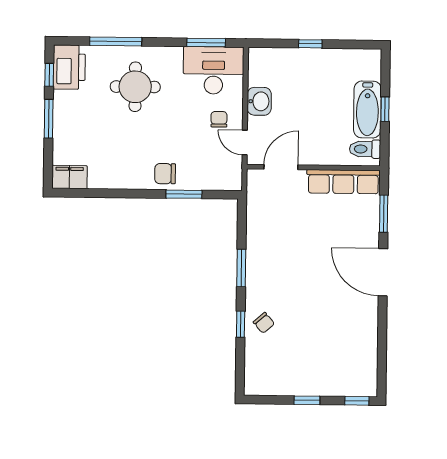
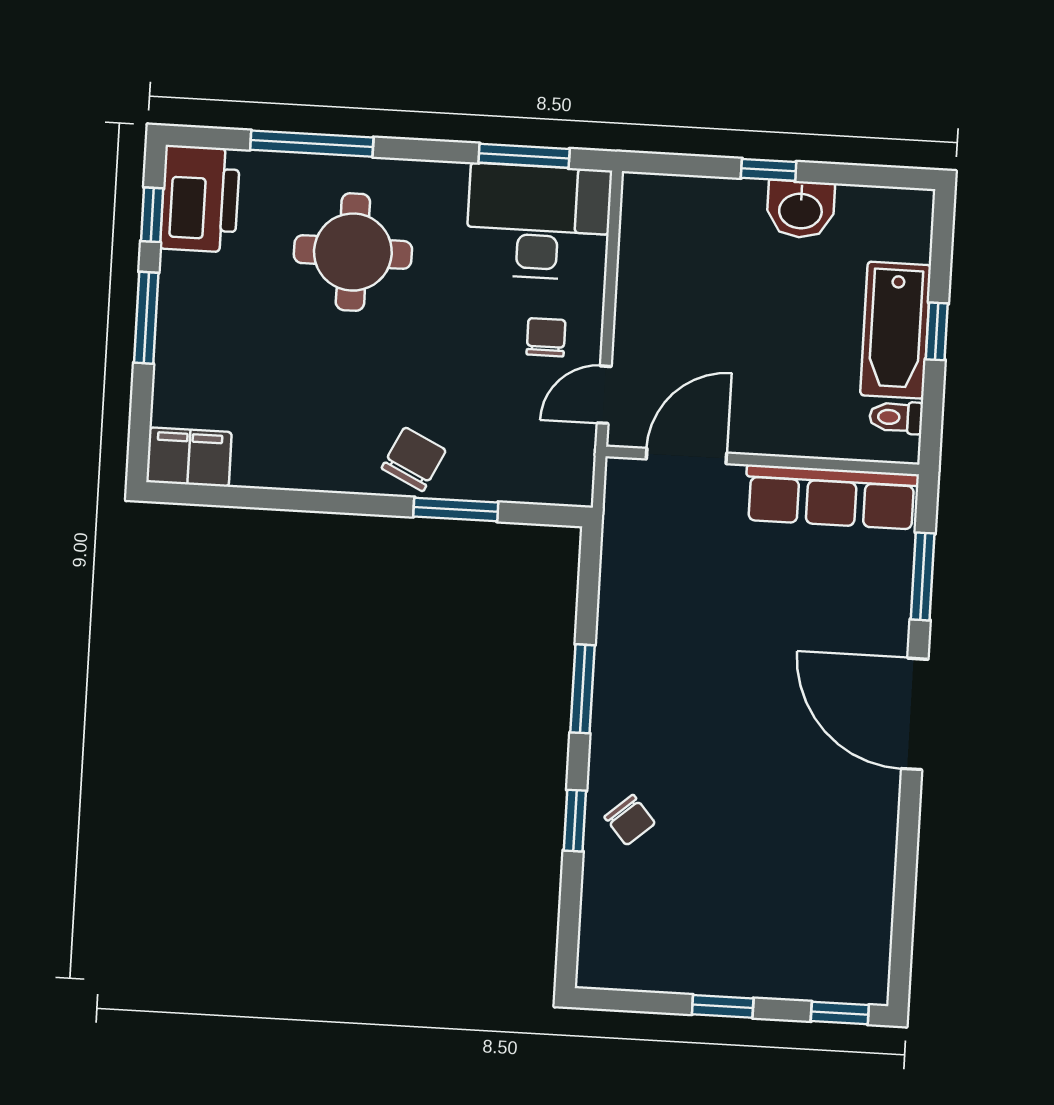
washbasin: (259, 101) -> (801, 209), moved, turned 90
door: (245, 143) -> (604, 395), hinge flipped
toilet: (365, 149) -> (896, 417), width x0.73, depth x0.72
chair: (165, 174) -> (414, 459), turned 116

